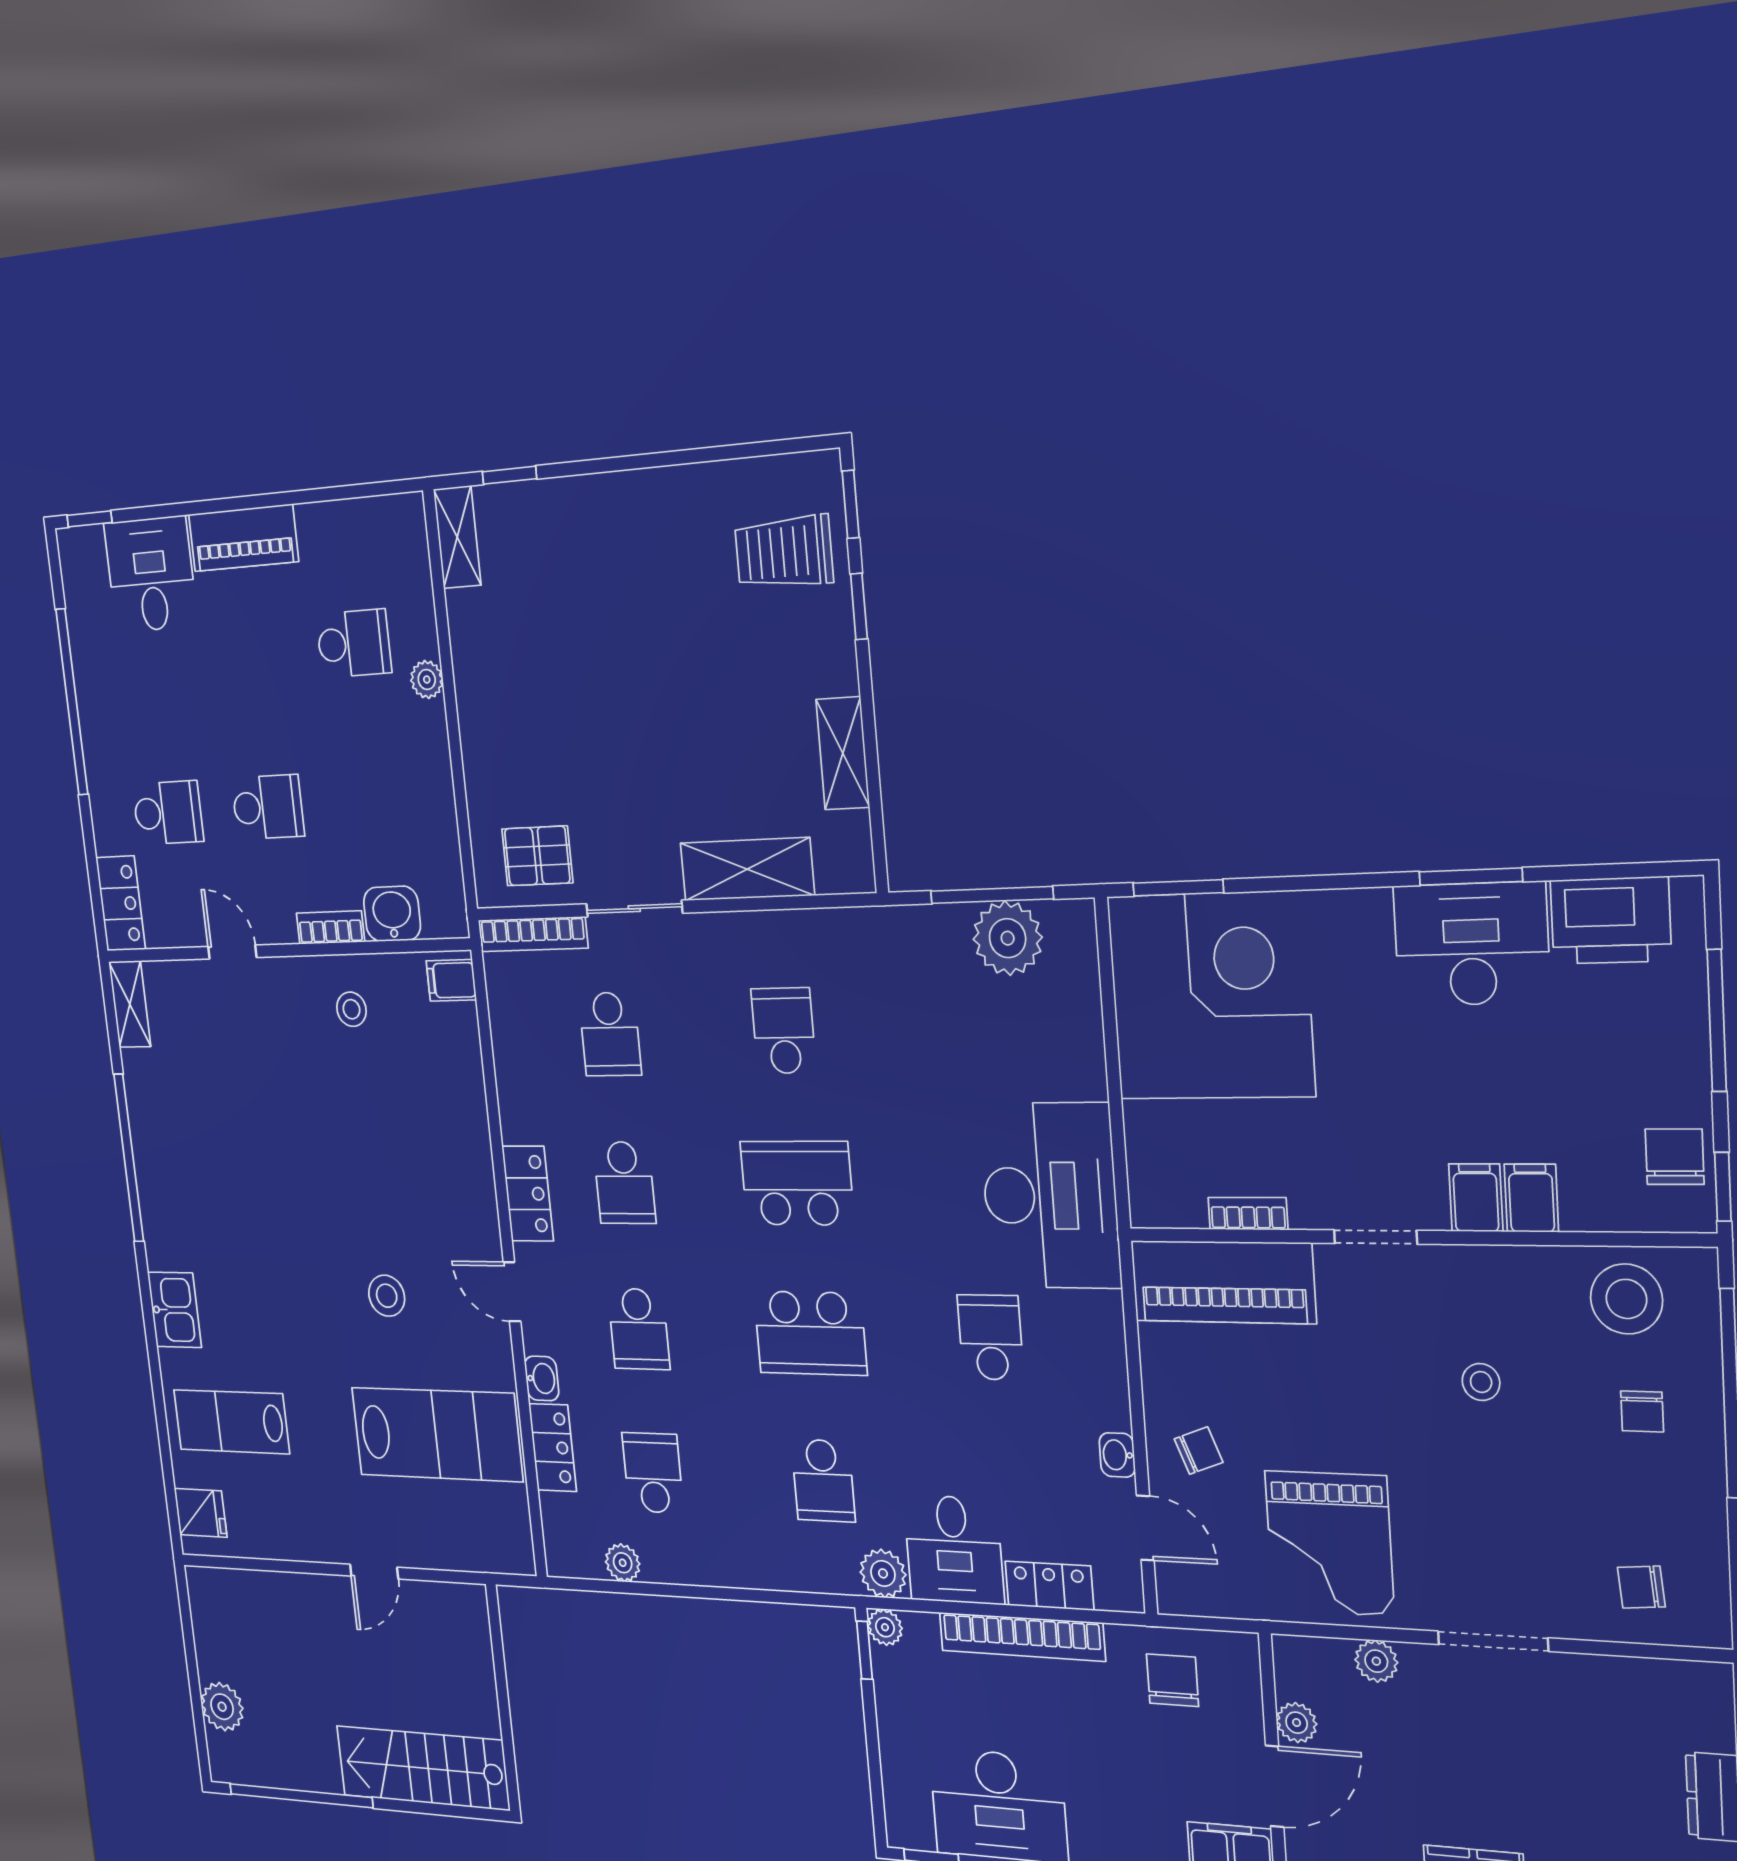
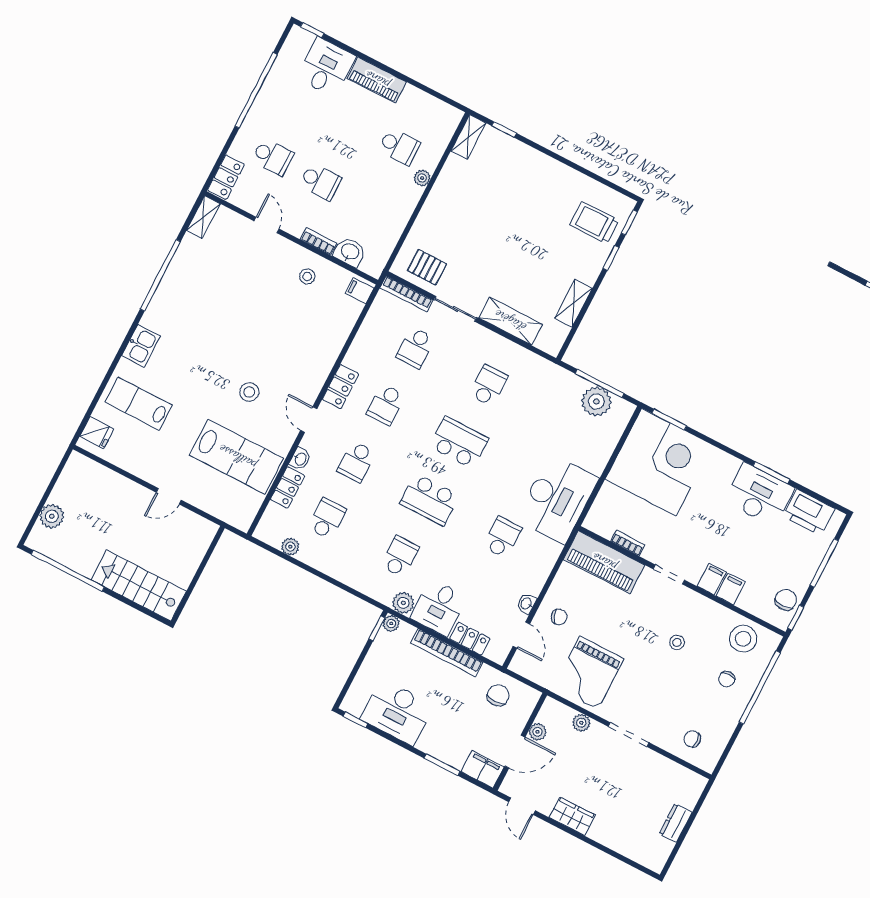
school desk: (823, 1481) -> (400, 556), turned 180

